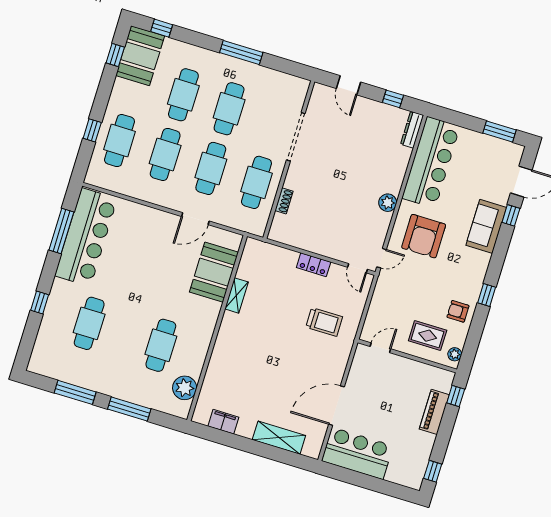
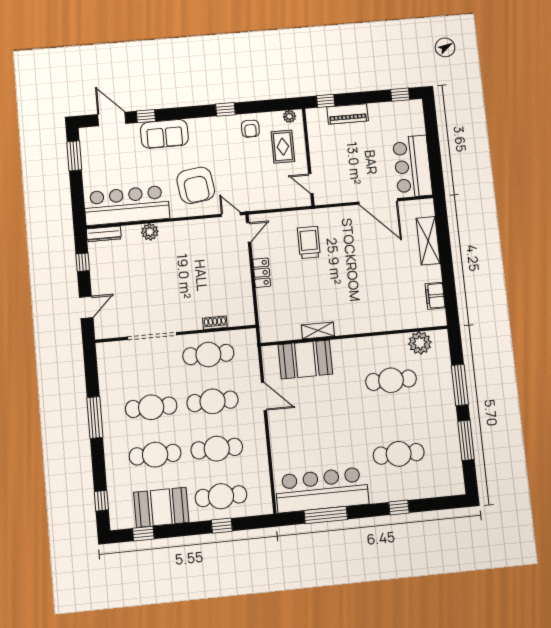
booth: (140, 56) -> (161, 507), moved
plant: (388, 203) -> (150, 232), moved
armchair: (424, 236) -> (196, 185), turned 82

